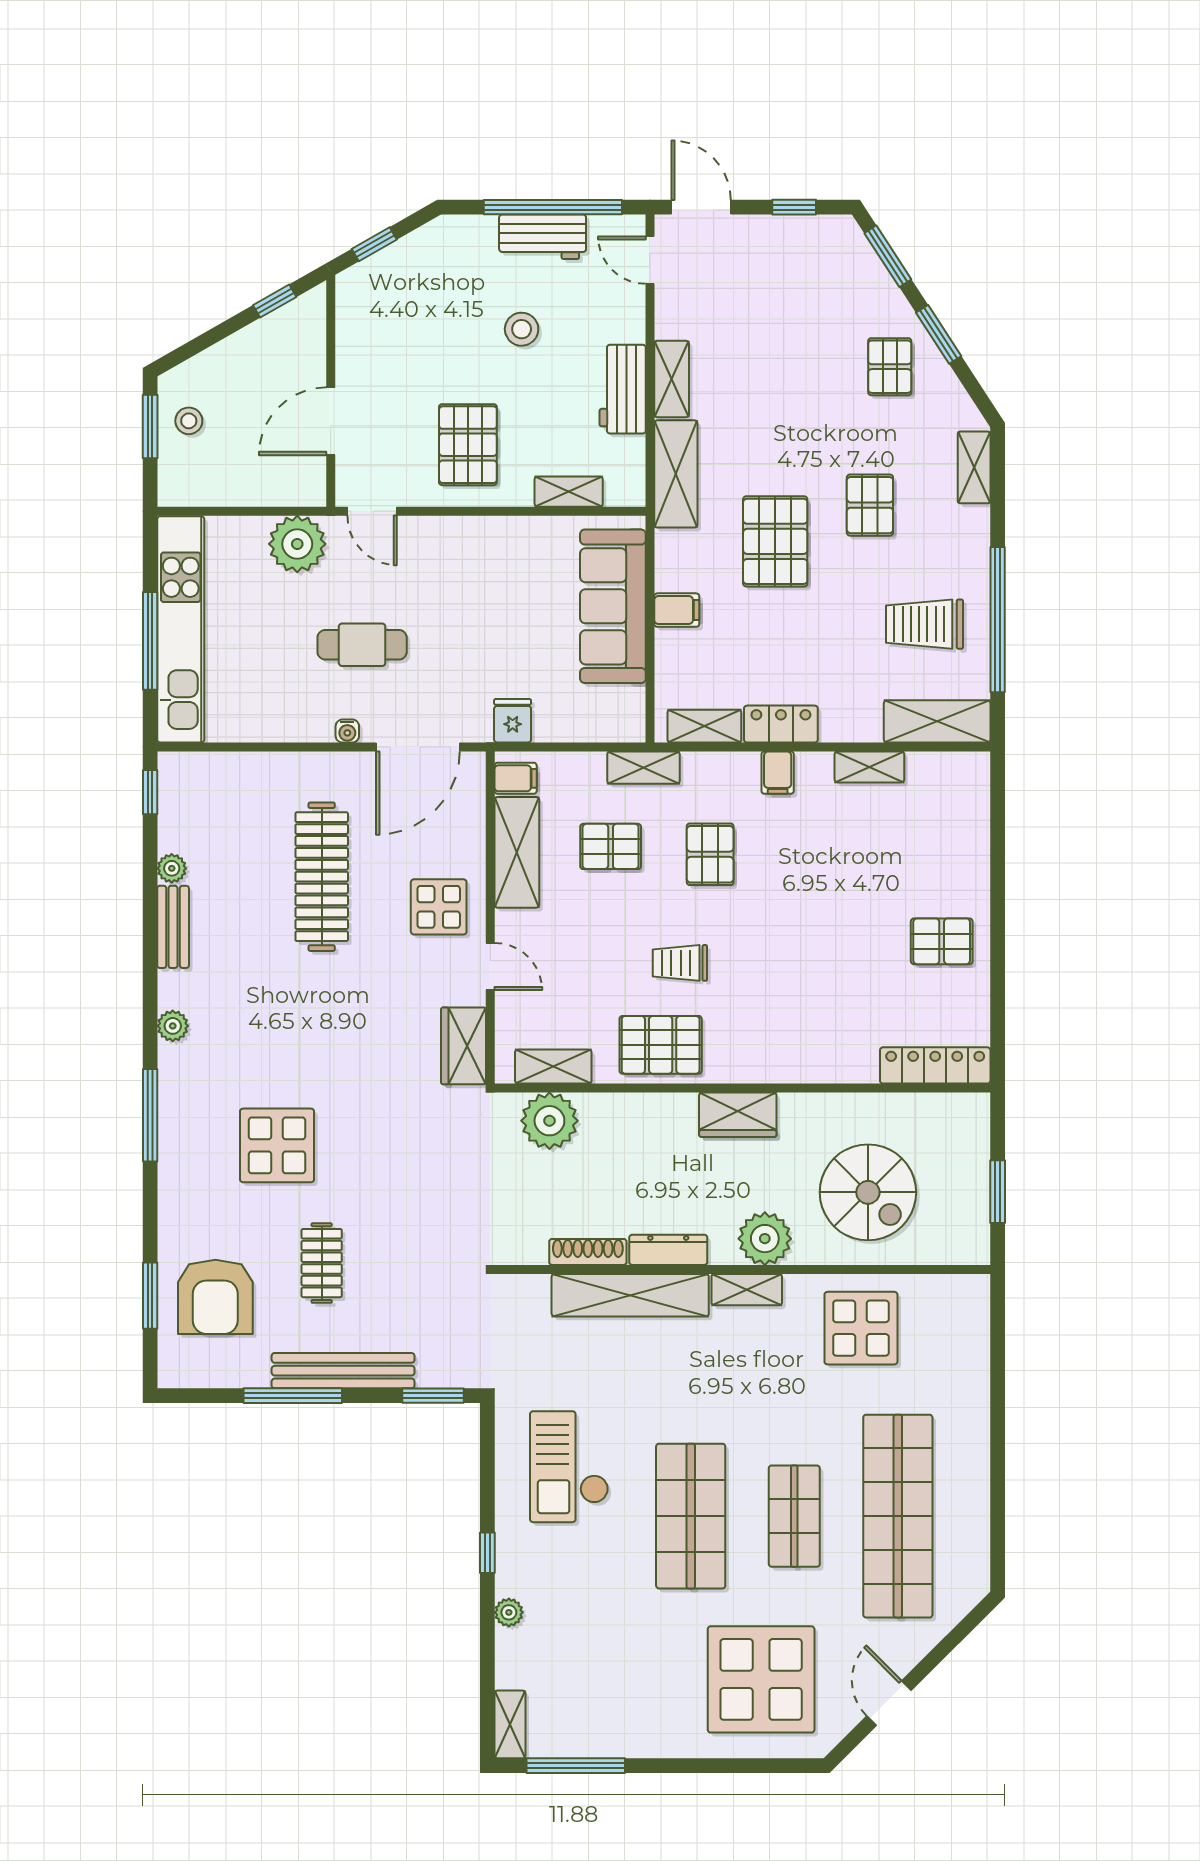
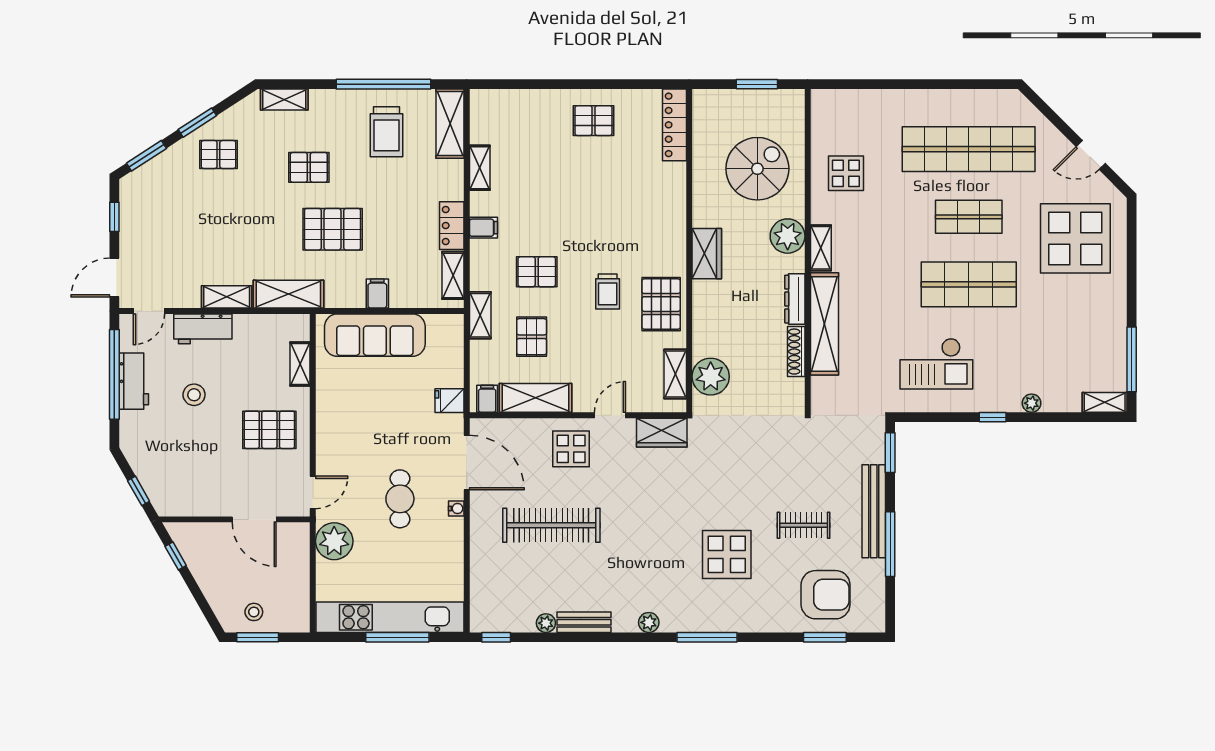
workbench: (623, 389) -> (203, 329), moved
pallet: (942, 941) -> (594, 121), turned 90
display table: (861, 1328) -> (846, 173), width x0.73, depth x0.73

